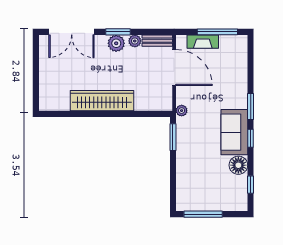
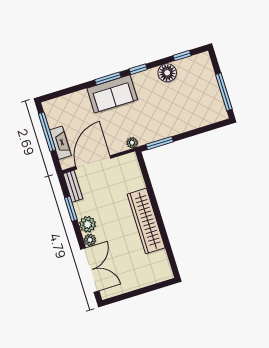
window: (118, 32) -> (71, 209), moved
plant: (135, 41) -> (90, 240), moved
sofa: (234, 132) -> (112, 94), moved

